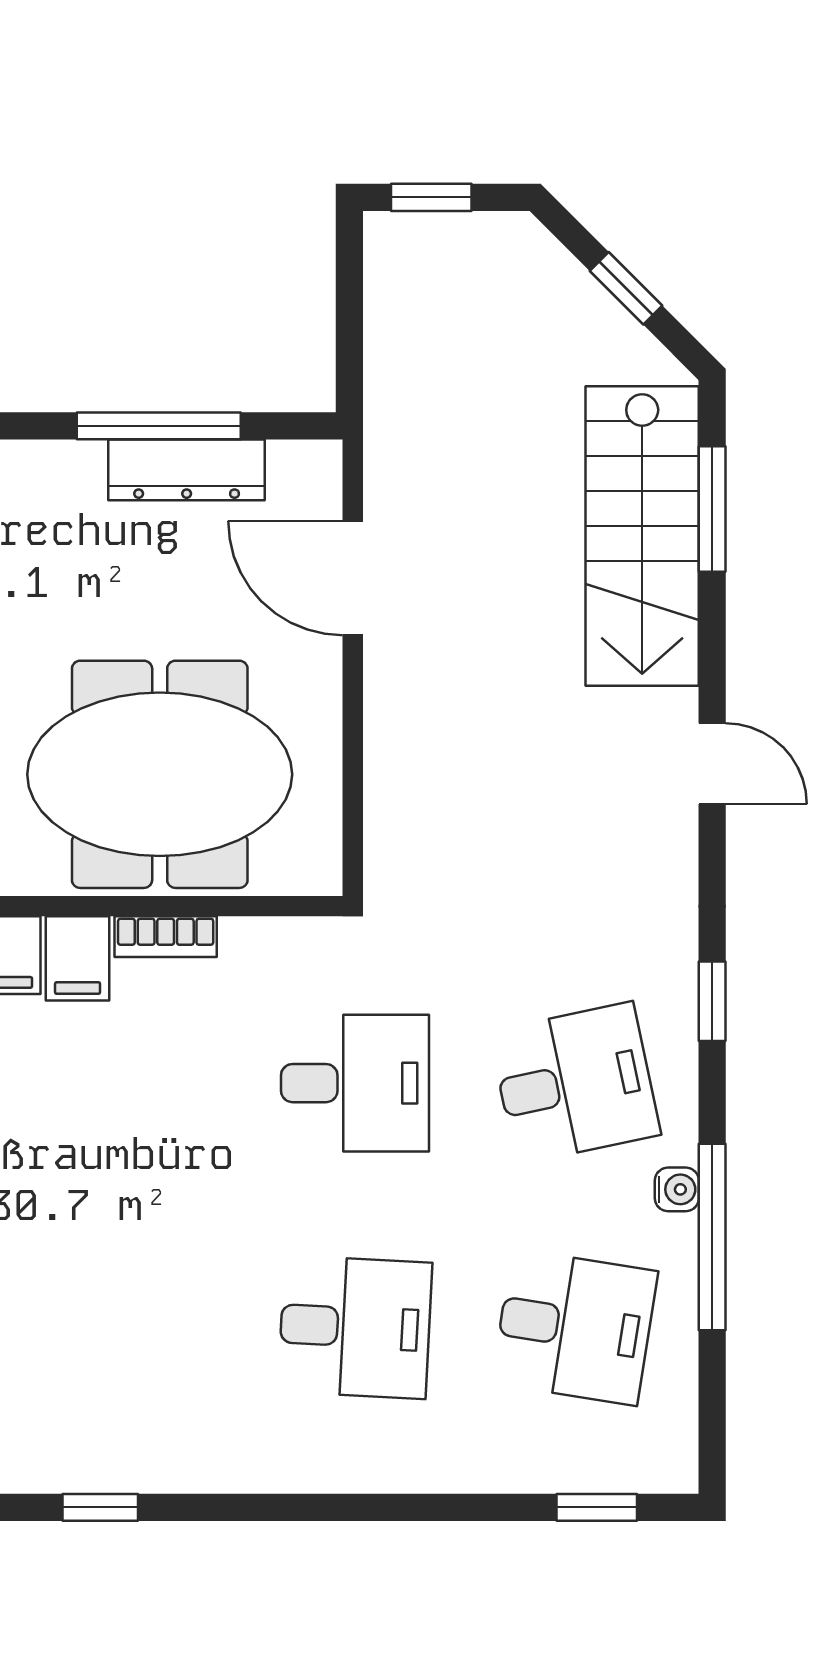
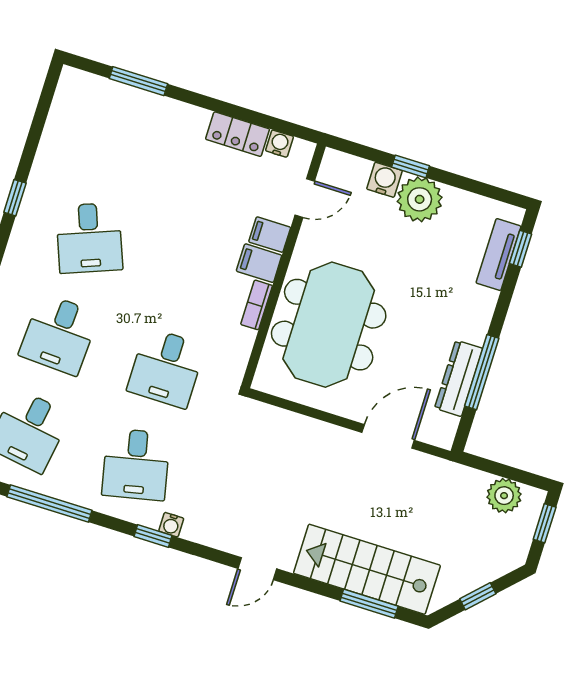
plant: (400, 299) -> (504, 496), added
water cooler: (677, 1189) -> (171, 525), moved
desk: (135, 1327) -> (89, 238), added

